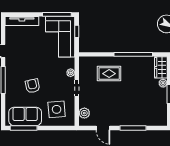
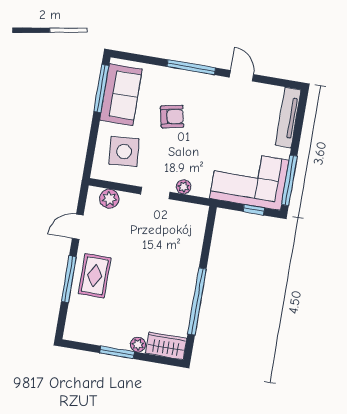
rug: (109, 74) -> (95, 276), moved

